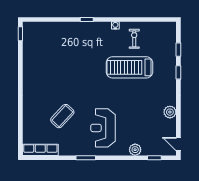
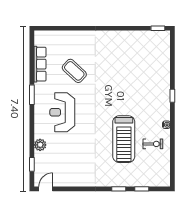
treadmill: (129, 67) -> (124, 139), turned 180
plant: (170, 112) -> (78, 180), removed
reception desk: (103, 128) -> (62, 112), turned -90
row of seats: (40, 150) -> (40, 64), moved

